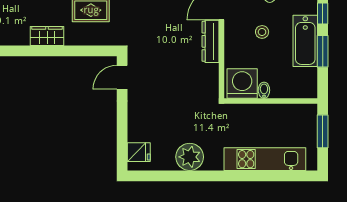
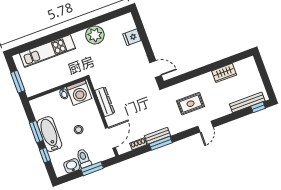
wardrobe: (47, 36) -> (224, 73), moved
dresser: (211, 41) -> (105, 102), moved
door: (122, 77) -> (156, 69), hinge flipped
fridge: (139, 152) -> (132, 37), moved

